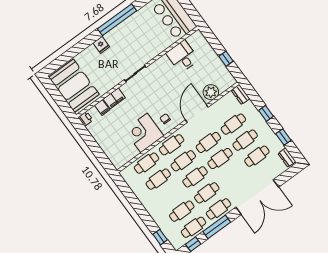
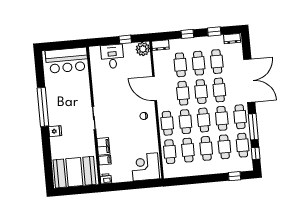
desk: (182, 56) -> (112, 56), moved, turned 90
plant: (211, 92) -> (143, 49), moved
corner desk: (144, 133) -> (145, 167), moved, turned 90
cafe table: (232, 175) -> (219, 90), added
cafe table: (170, 195) -> (206, 148), added

